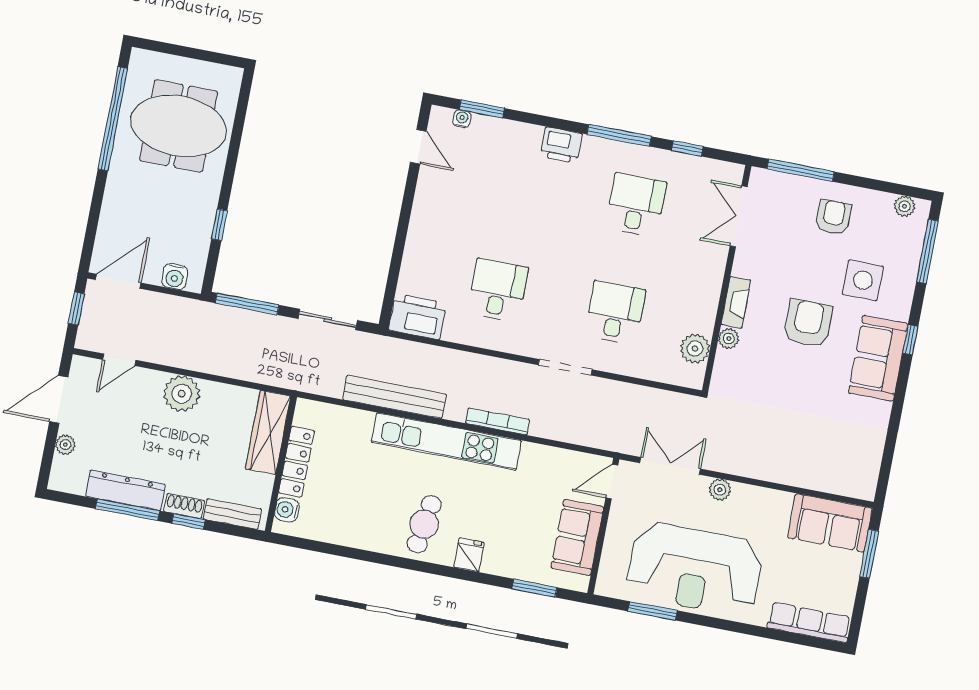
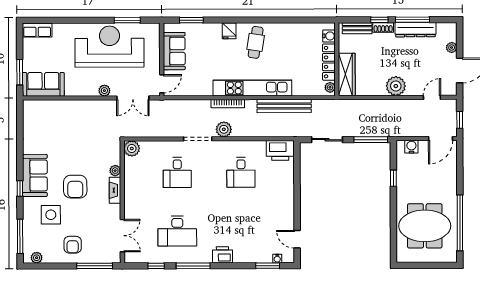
desk: (636, 205) -> (177, 231), width x1.37
plant: (695, 349) -> (132, 149), moved
plant: (514, 375) -> (224, 129), added
plant: (303, 415) -> (330, 87), added
row of seats: (809, 622) -> (37, 30), width x0.68

